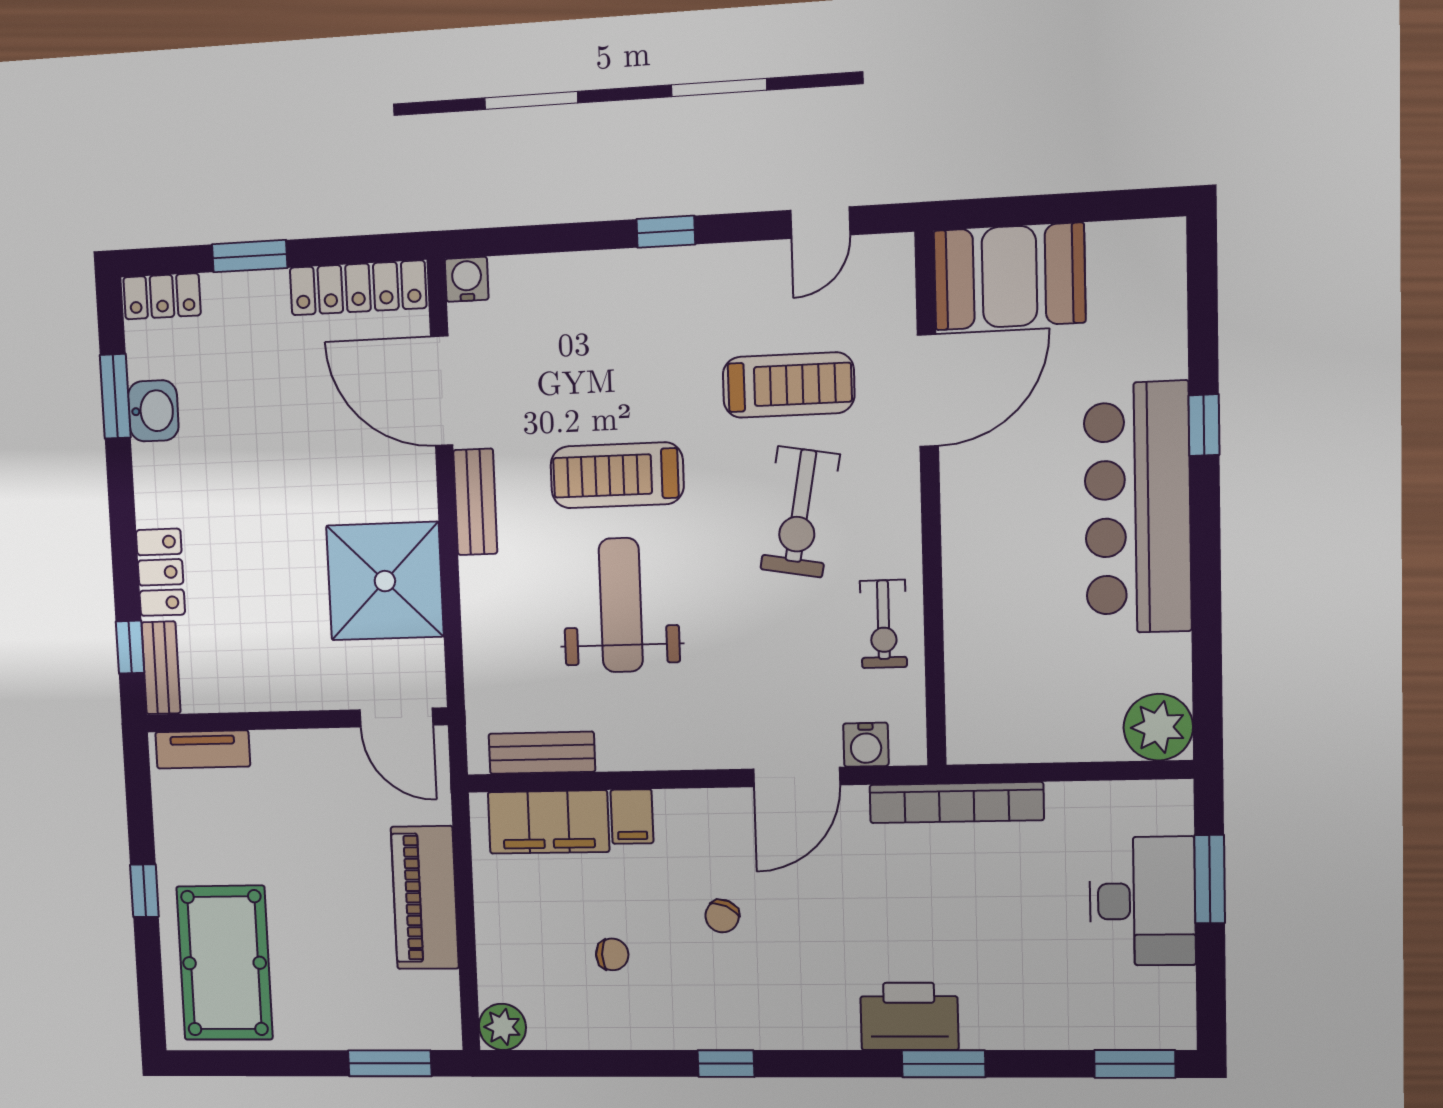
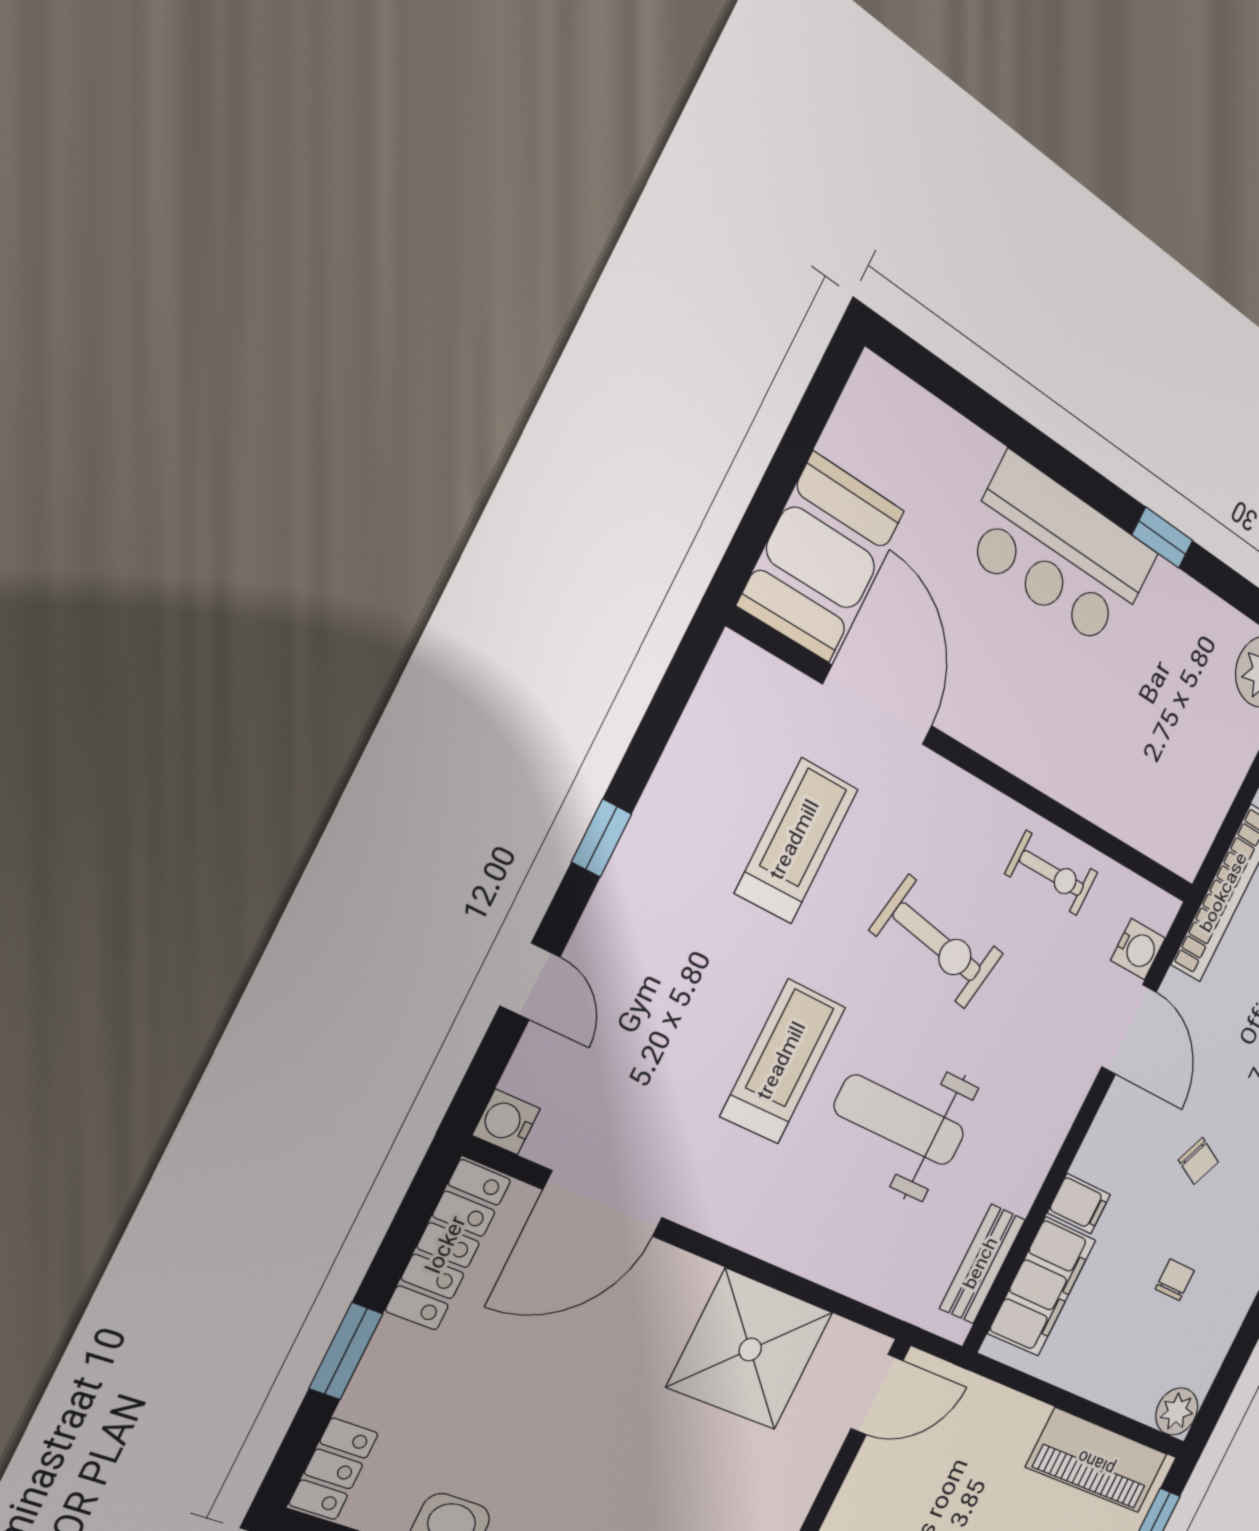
door: (820, 223) -> (530, 981), moved
window: (666, 232) -> (601, 838), moved
window: (1204, 425) -> (1162, 538), moved
treadmill: (617, 475) -> (783, 1062), turned 180
bench: (475, 502) -> (728, 1220), removed
bar counter: (1138, 508) -> (1060, 552), width x0.73
exercise bike: (800, 512) -> (937, 942), moved
piano: (425, 898) -> (1097, 1461), moved

